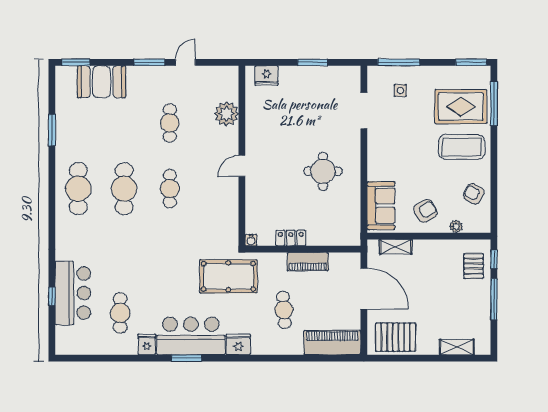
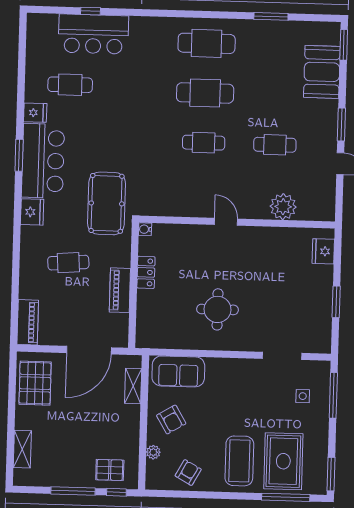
piano: (332, 343) -> (28, 322), width x0.73, depth x0.75

